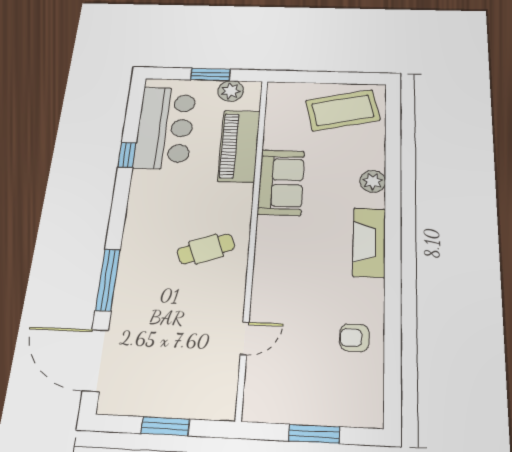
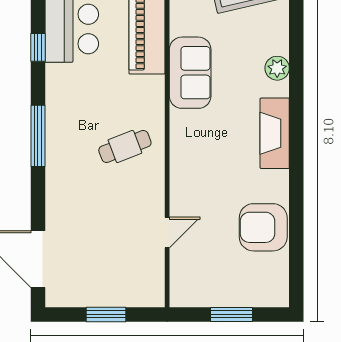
window: (108, 280) -> (38, 136), moved
armchair: (354, 338) -> (263, 227), width x1.88, depth x1.88

